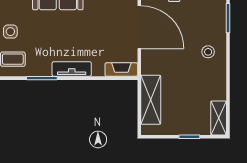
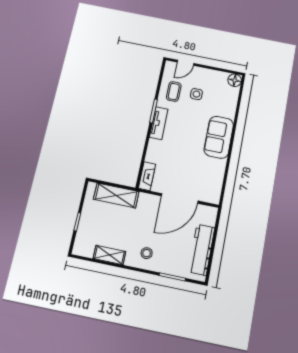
tv unit: (72, 69) -> (159, 123), moved
shelving: (219, 118) -> (109, 255), moved

